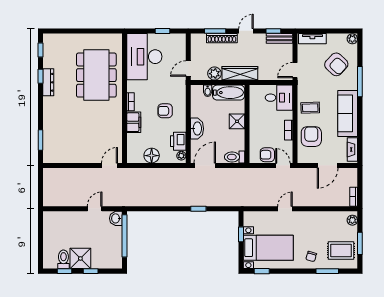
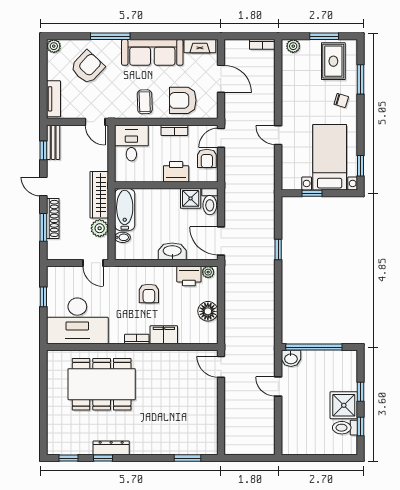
shower: (237, 121) -> (191, 198), moved
printer: (257, 131) -> (176, 172), added

